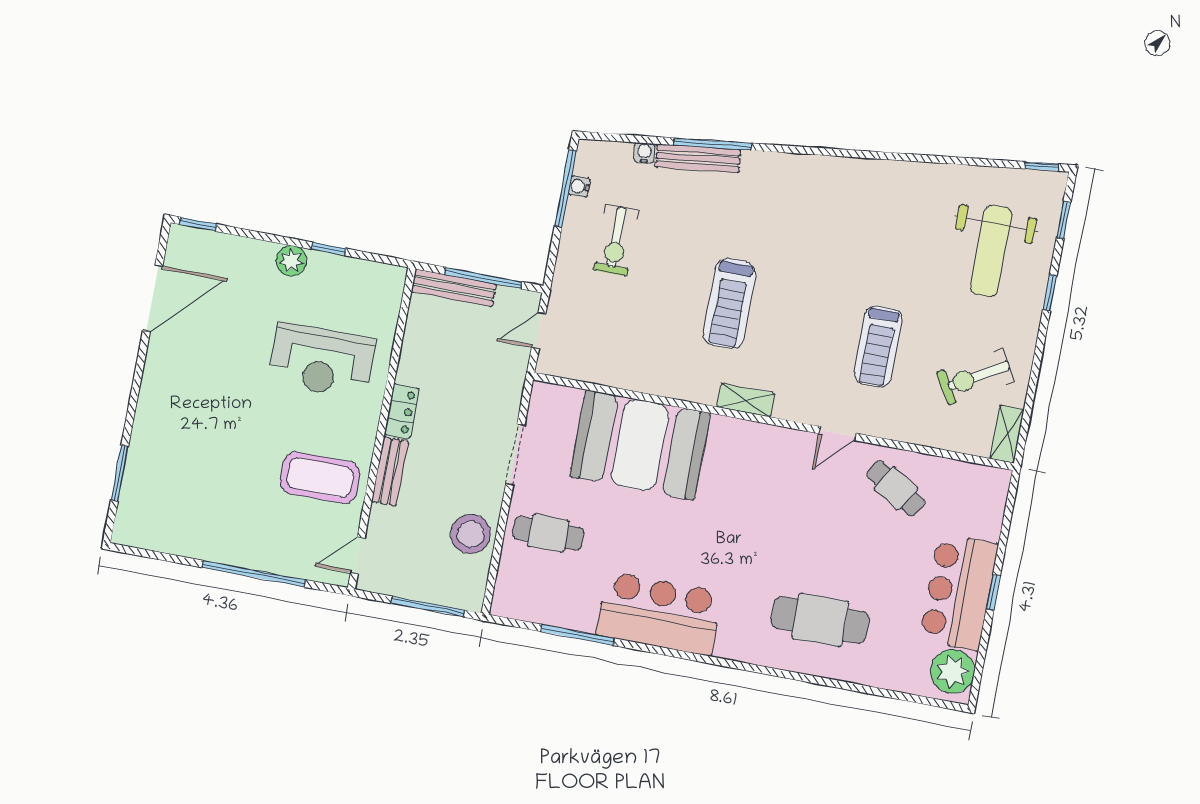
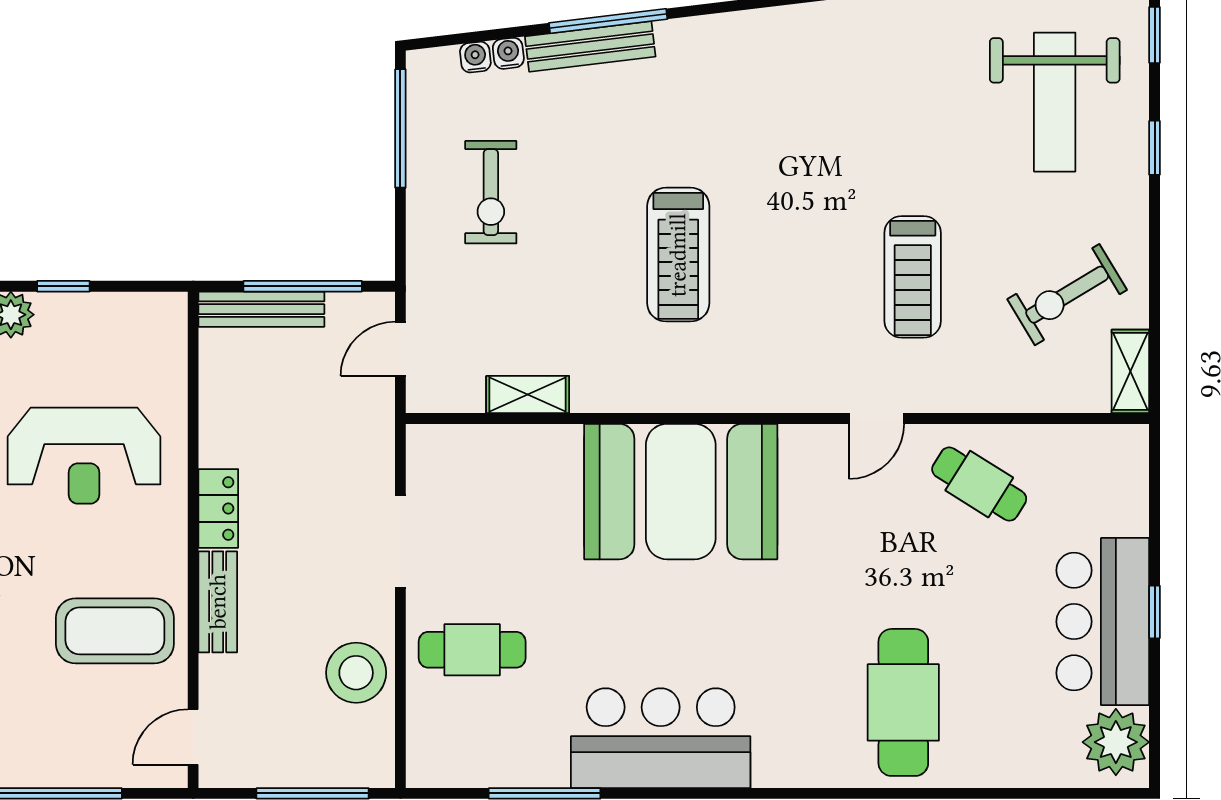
water cooler: (579, 186) -> (475, 57), moved, turned 83
shelving: (746, 400) -> (528, 395), moved
booth: (640, 445) -> (681, 492), moved
cafe table: (820, 620) -> (903, 702), turned 90

